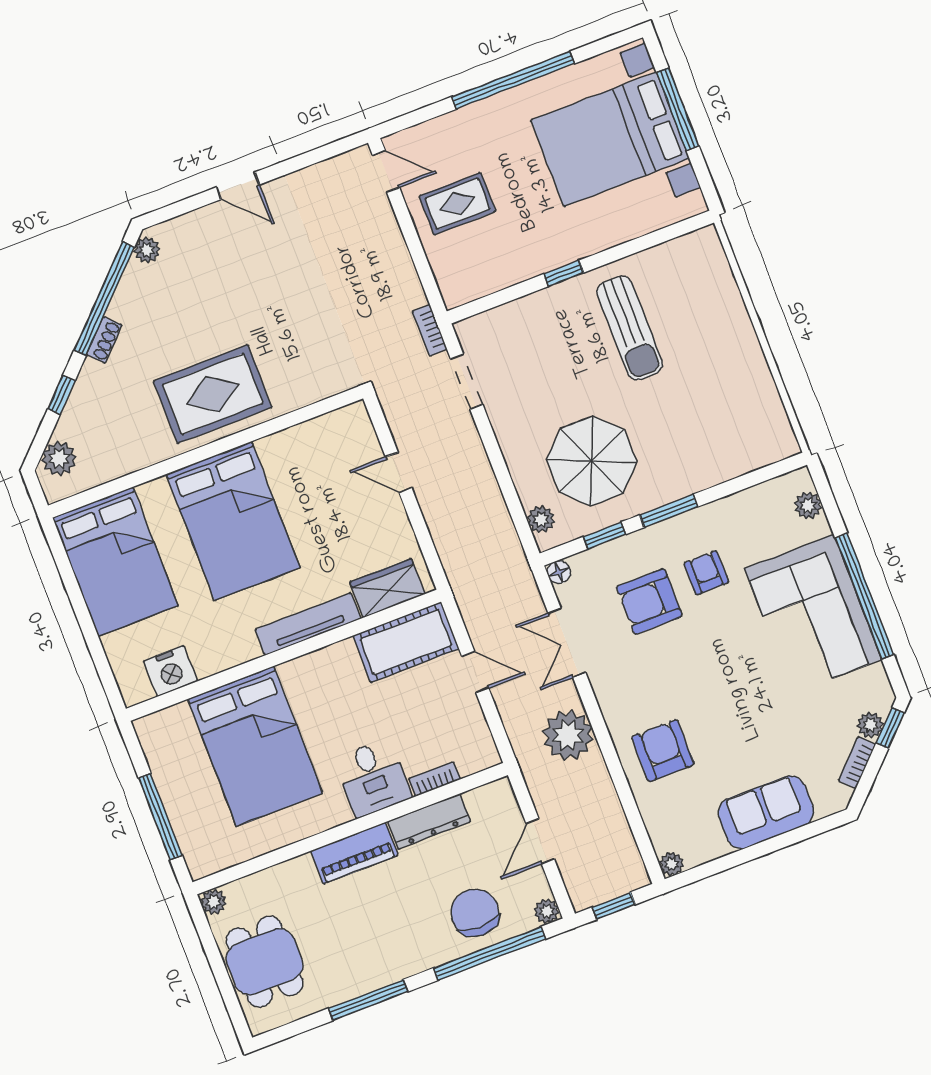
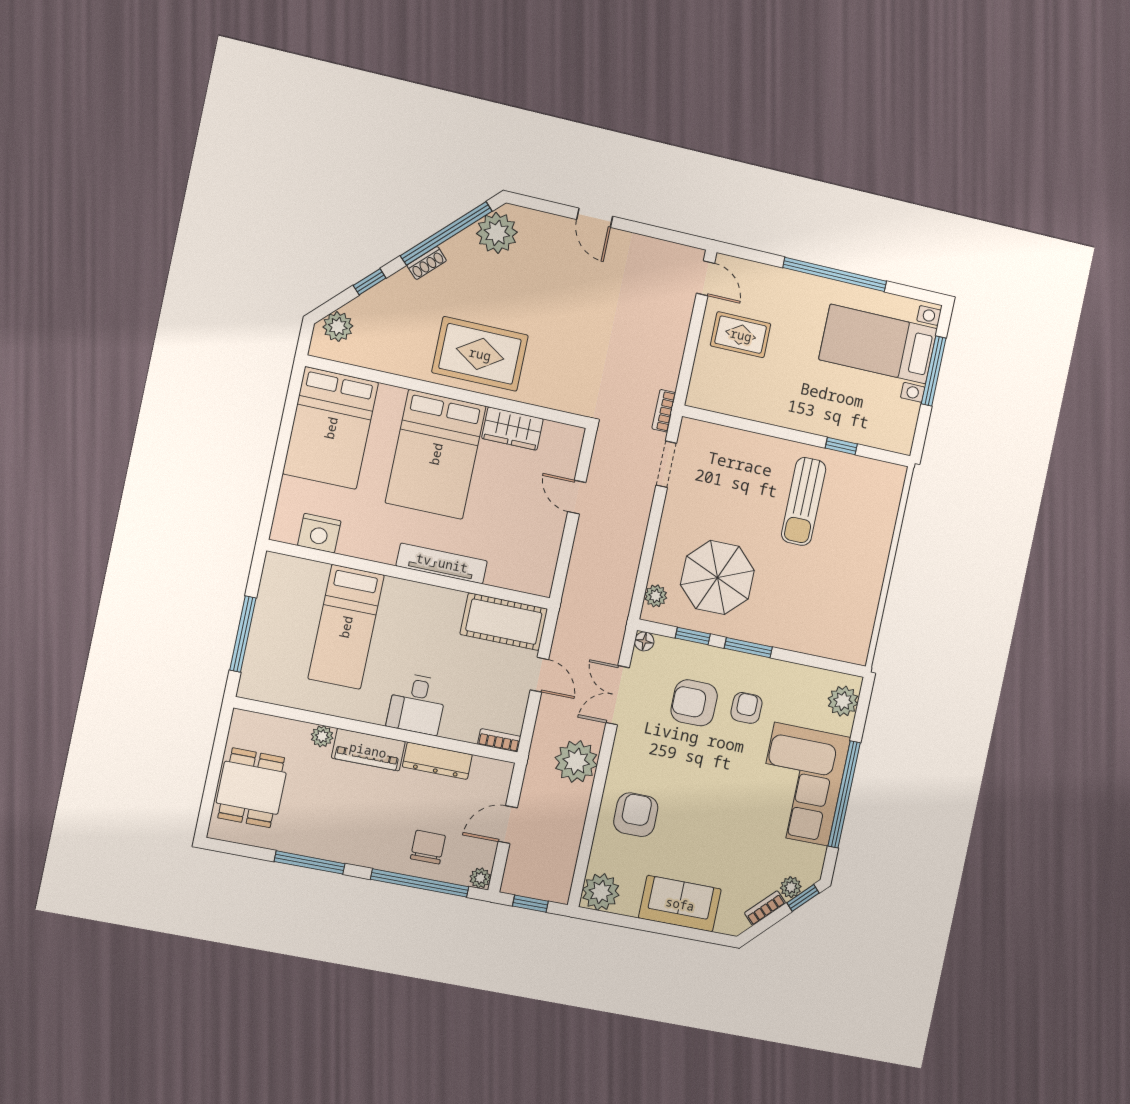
bed with nightstands: (610, 139) -> (878, 344), width x0.73
plant: (147, 250) -> (497, 233), width x1.88, depth x1.88
window: (564, 273) -> (841, 446), moved
plant: (808, 506) -> (843, 701), width x1.38, depth x1.38
wardrobe: (387, 588) -> (512, 429), moved, turned 180
bed: (255, 746) -> (346, 627), width x0.67
bookcase: (434, 779) -> (499, 740), moved
plant: (671, 864) -> (601, 892), width x1.88, depth x1.88
plant: (214, 902) -> (322, 736), moved
chair: (475, 913) -> (428, 847), width x0.73, depth x0.73

